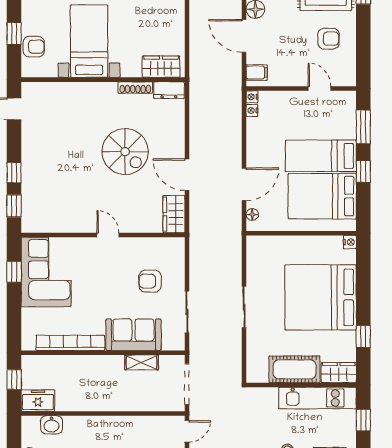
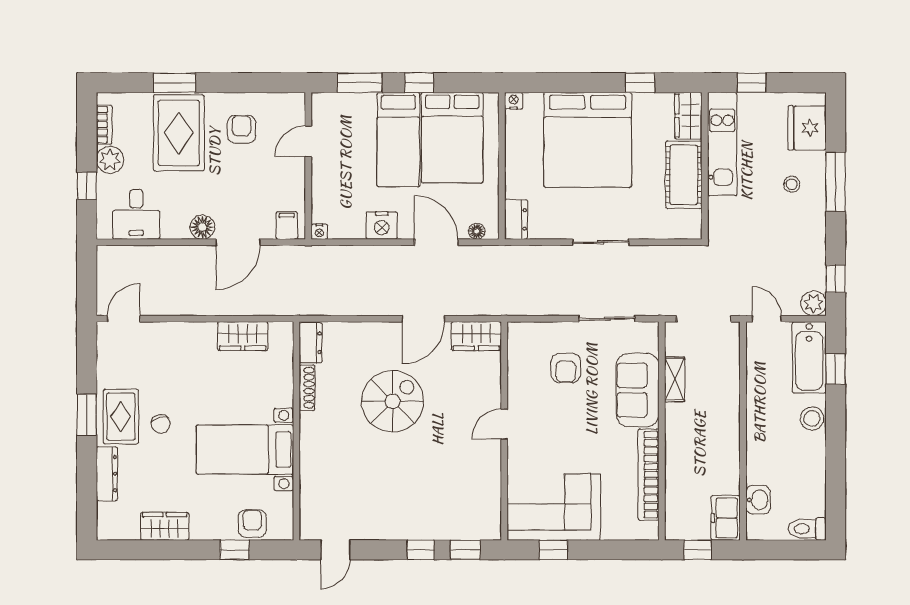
wardrobe: (161, 67) -> (243, 336), moved, turned -90
nightstand: (252, 110) -> (382, 226), moved, width x1.89, depth x1.79
dresser: (261, 244) -> (516, 219), added

